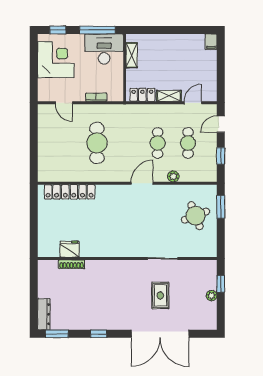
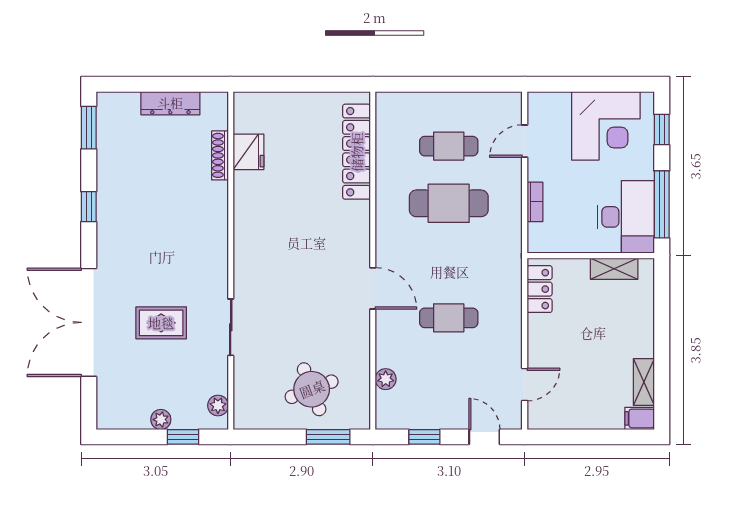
shelving: (169, 96) -> (644, 382), moved
door: (193, 103) -> (525, 385), hinge flipped
cafe table: (188, 143) -> (449, 146), moved
plant: (173, 176) -> (386, 379), moved
plant: (204, 265) -> (218, 406), added
dresser: (44, 314) -> (170, 103), moved

